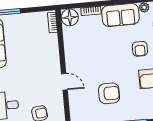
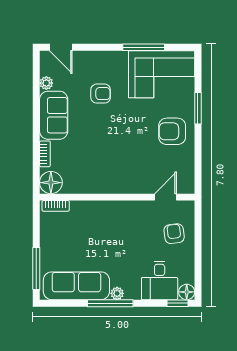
door: (64, 82) -> (165, 197), moved
armchair: (109, 93) -> (172, 131), moved, turned -90

